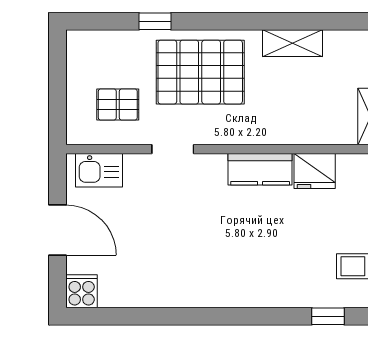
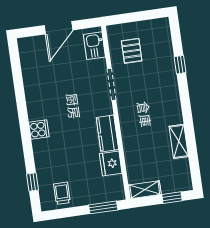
pallet: (200, 72) -> (156, 93), removed
doorway: (173, 149) -> (112, 84), width x1.38
cooker: (82, 291) -> (39, 129), moved

